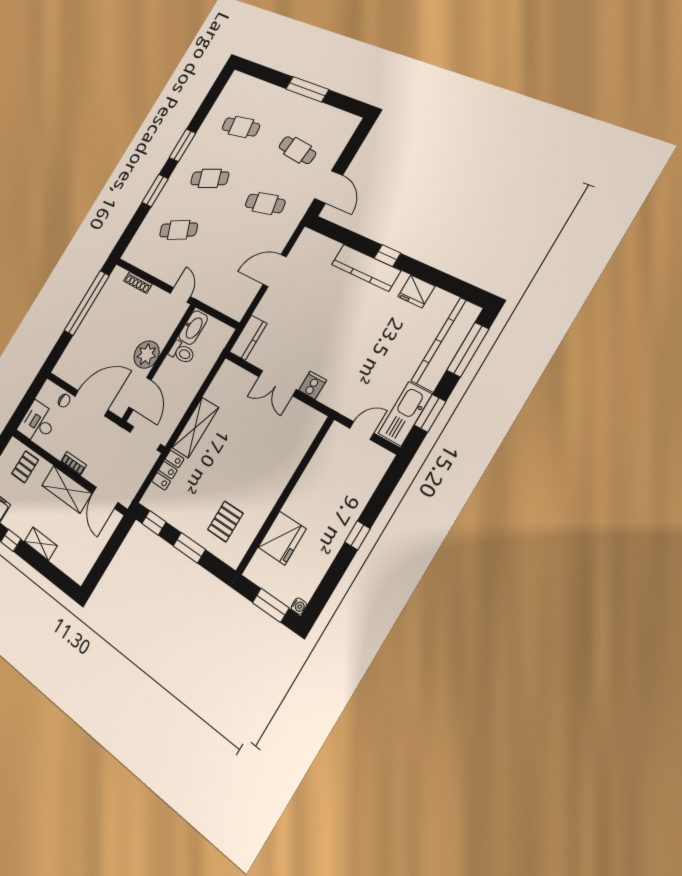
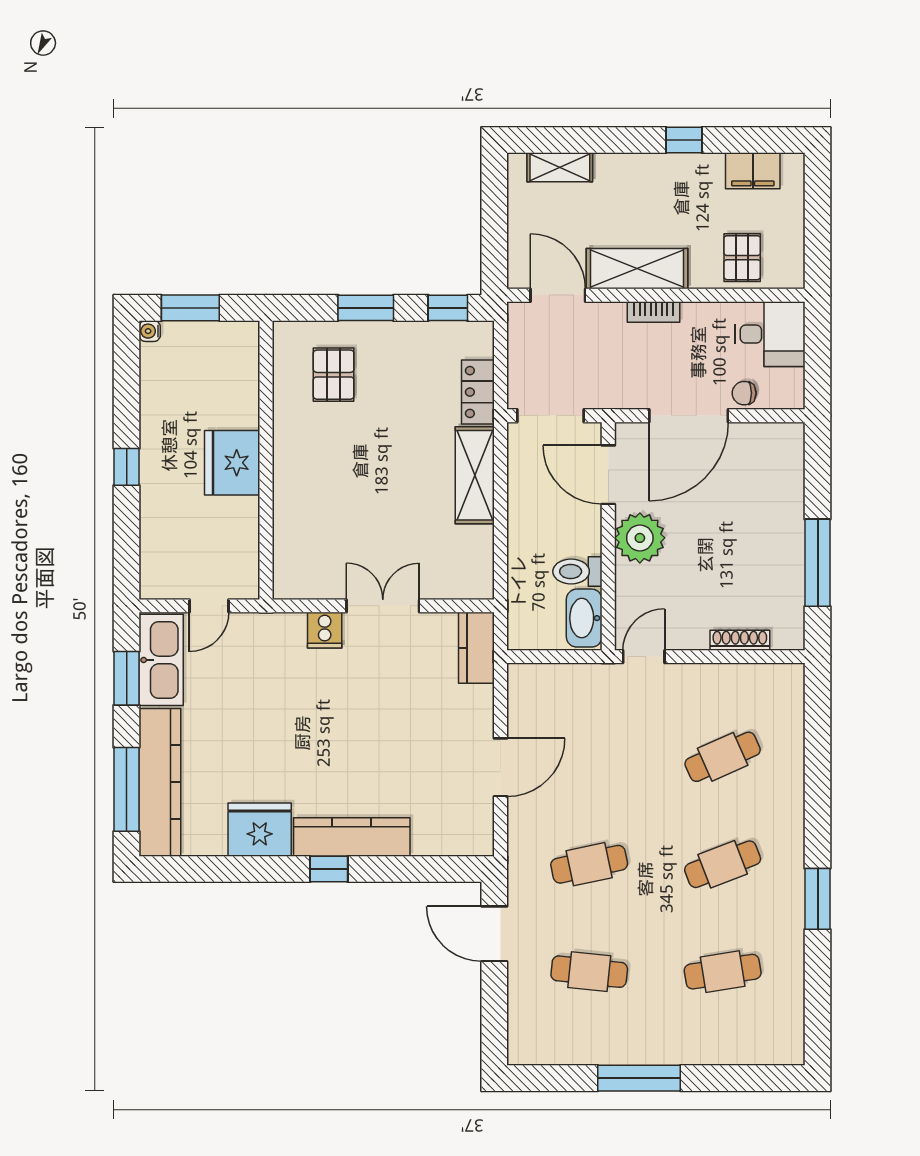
window: (155, 191) -> (818, 802), removed
fridge: (416, 291) -> (260, 830), width x1.36, depth x1.34
door: (180, 295) -> (644, 657), swing flipped
window: (87, 303) -> (818, 563), width x0.68
fridge: (282, 538) -> (232, 463), moved
shelving: (41, 544) -> (560, 167), moved

